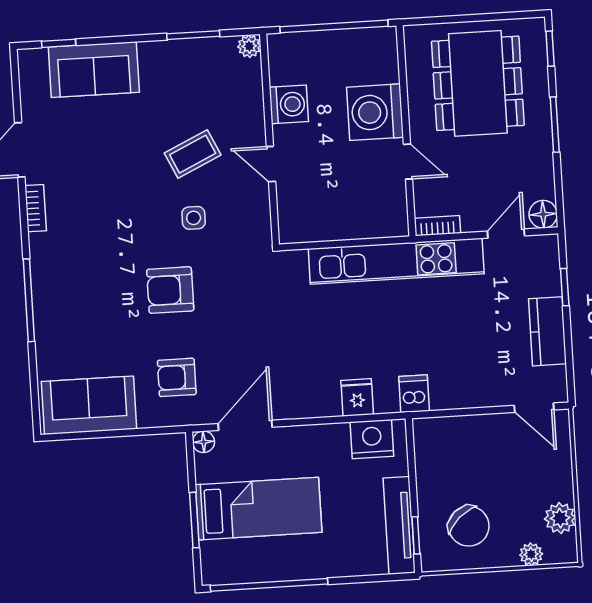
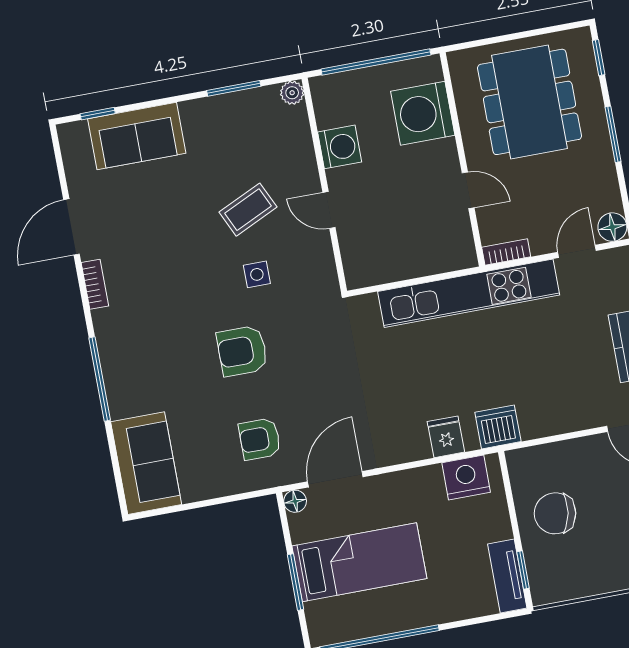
washing machine: (375, 112) -> (423, 113), moved
dishwasher: (414, 394) -> (498, 427), width x1.38
sofa: (89, 405) -> (146, 463), moved, turned 90
tv unit: (399, 525) -> (507, 576), width x0.71
chair: (469, 526) -> (555, 513), moved, turned 142

